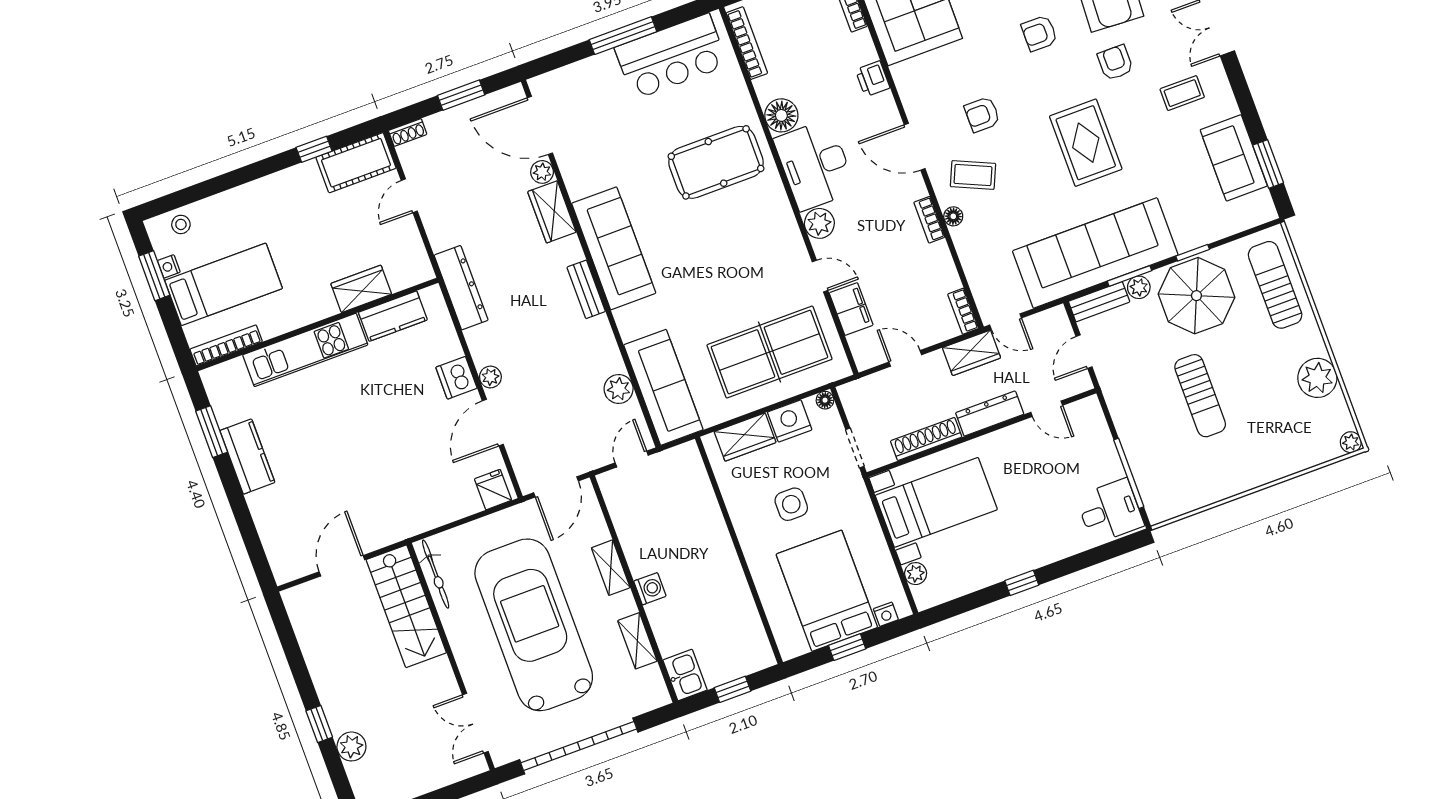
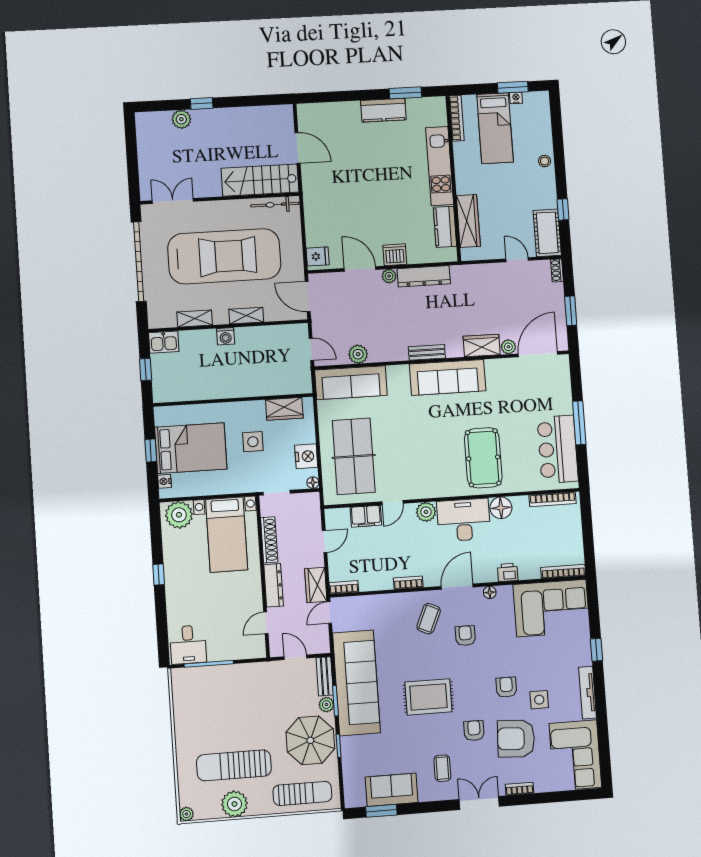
armchair: (1115, 63) -> (474, 731), turned -90
floor lamp: (953, 216) -> (490, 592), moved
stool: (181, 224) -> (545, 161), moved
dresser: (461, 288) -> (424, 276), moved
wardrobe: (361, 289) -> (468, 221), width x1.50
sun lounger: (1200, 396) -> (234, 765), moved, width x1.36, depth x1.34
wardrobe: (745, 437) -> (284, 409), moved, turned -90
plant: (916, 574) -> (179, 515), width x1.88, depth x1.88

